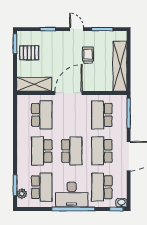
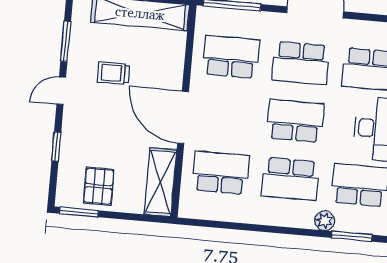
school desk: (102, 115) -> (231, 57), turned 180
plant: (22, 194) -> (325, 221), moved

